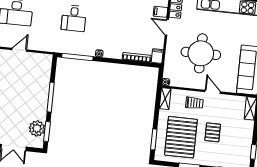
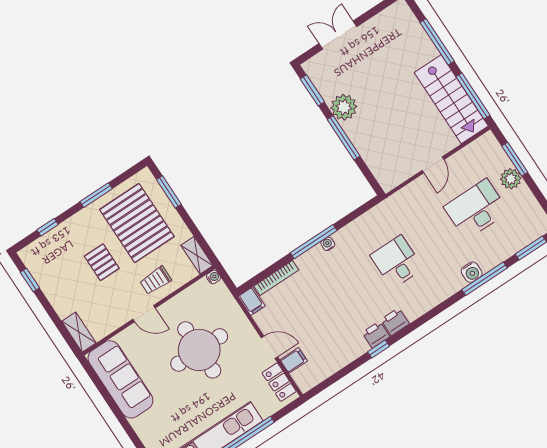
window: (77, 57) -> (314, 242), moved
plant: (37, 128) -> (344, 107), moved

